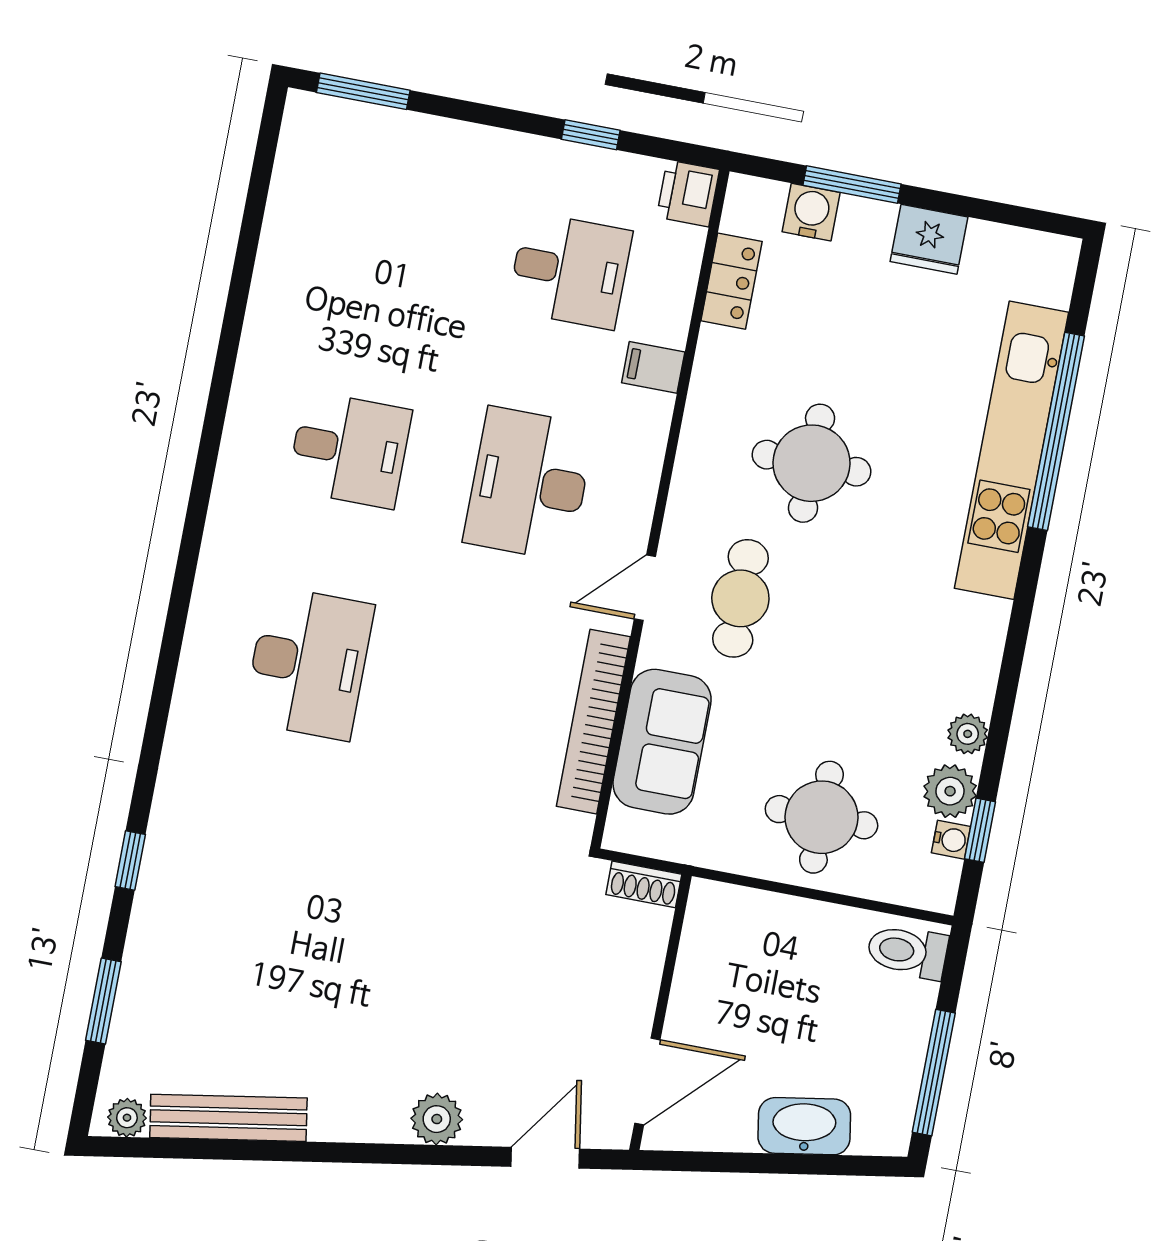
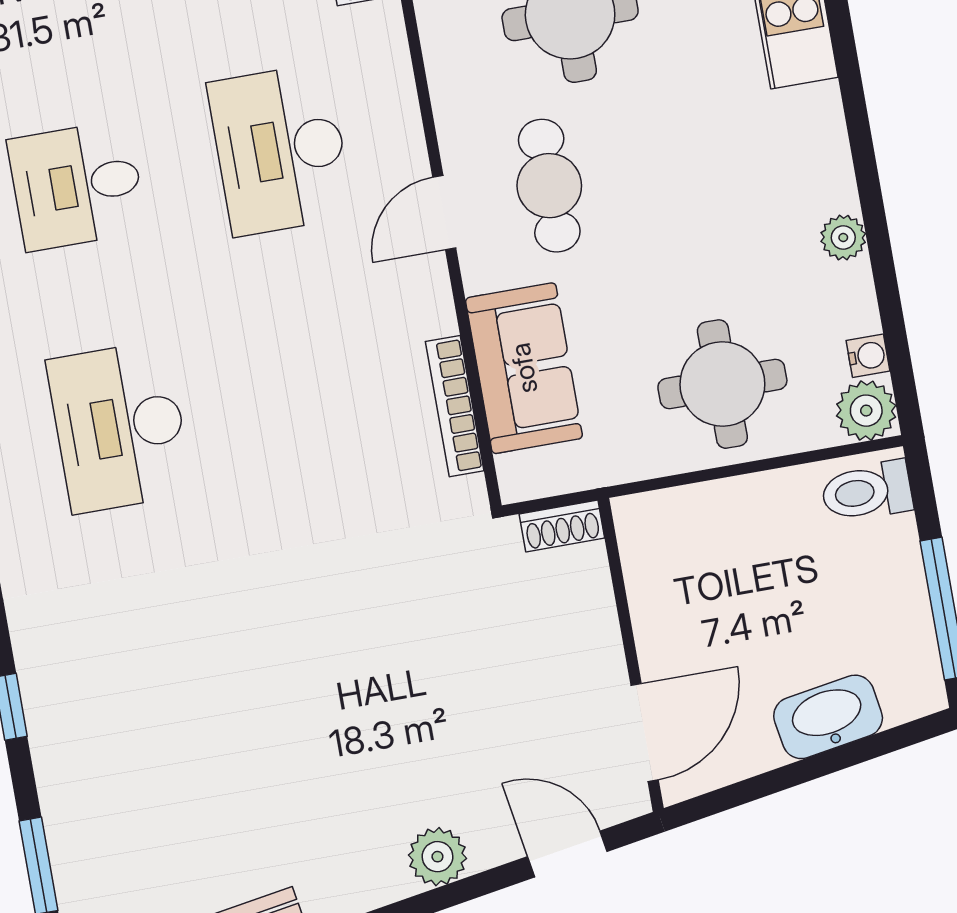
desk: (349, 450) -> (77, 185), turned 180
desk: (309, 663) -> (120, 427), turned 180
bookcase: (593, 722) -> (455, 406), width x0.68, depth x0.76
plant: (950, 791) -> (866, 411), moved
window: (980, 830) -> (895, 334), removed
door: (545, 1158) -> (567, 854), hinge flipped

